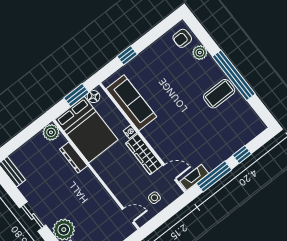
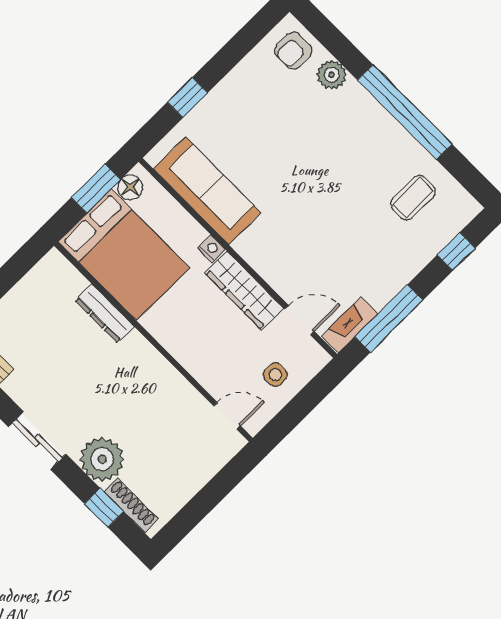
coffee table: (219, 94) -> (413, 198), moved, width x0.73, depth x0.77
plant: (51, 132) -> (54, 268), removed
window: (242, 154) -> (456, 252), moved

